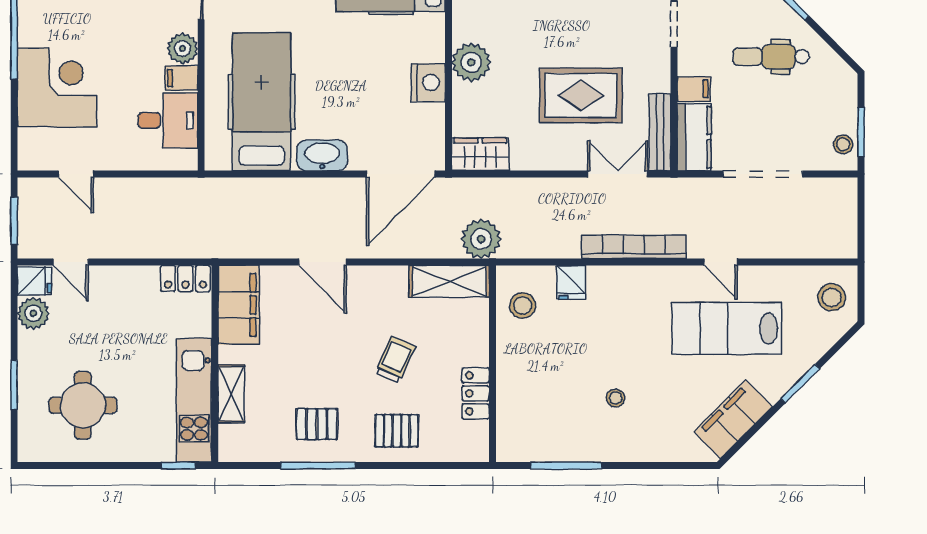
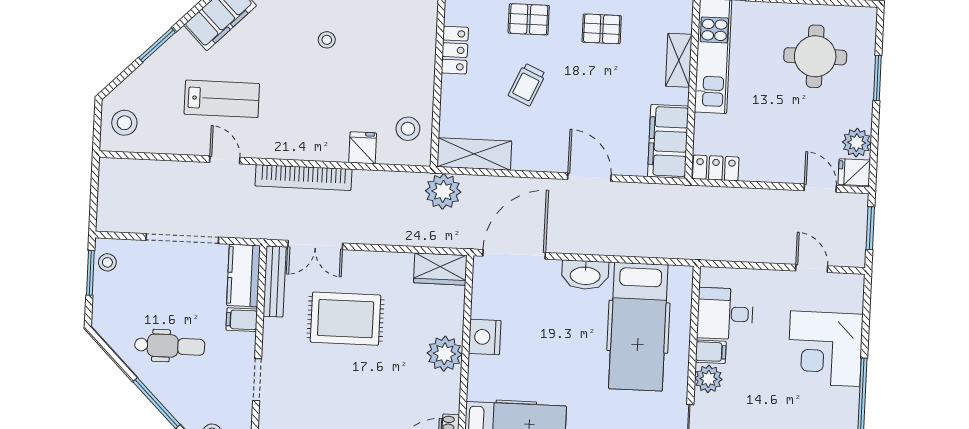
lab bench: (727, 328) -> (222, 99), width x0.73, depth x0.72

